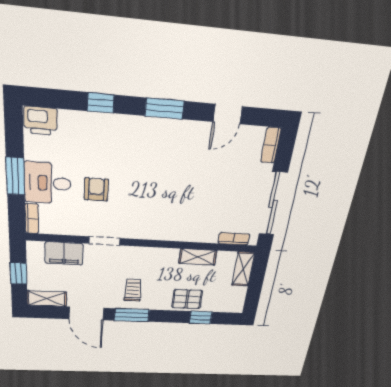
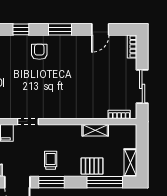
armchair: (96, 189) -> (39, 52), moved
sliding door: (273, 204) -> (142, 86), width x0.73
shelving: (243, 269) -> (130, 163), moved
window: (201, 318) -> (105, 182), width x2.17

